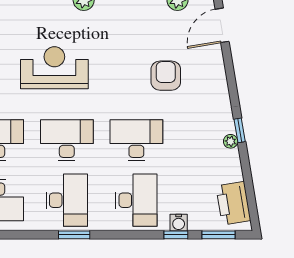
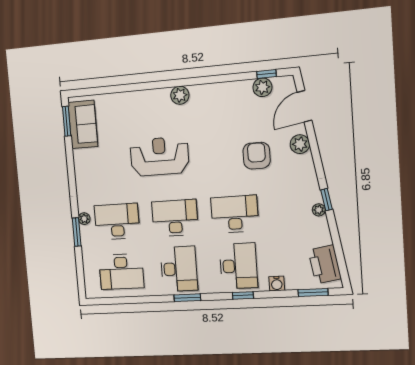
plant: (214, 67) -> (300, 144), added
window: (176, 235) -> (243, 295), moved

